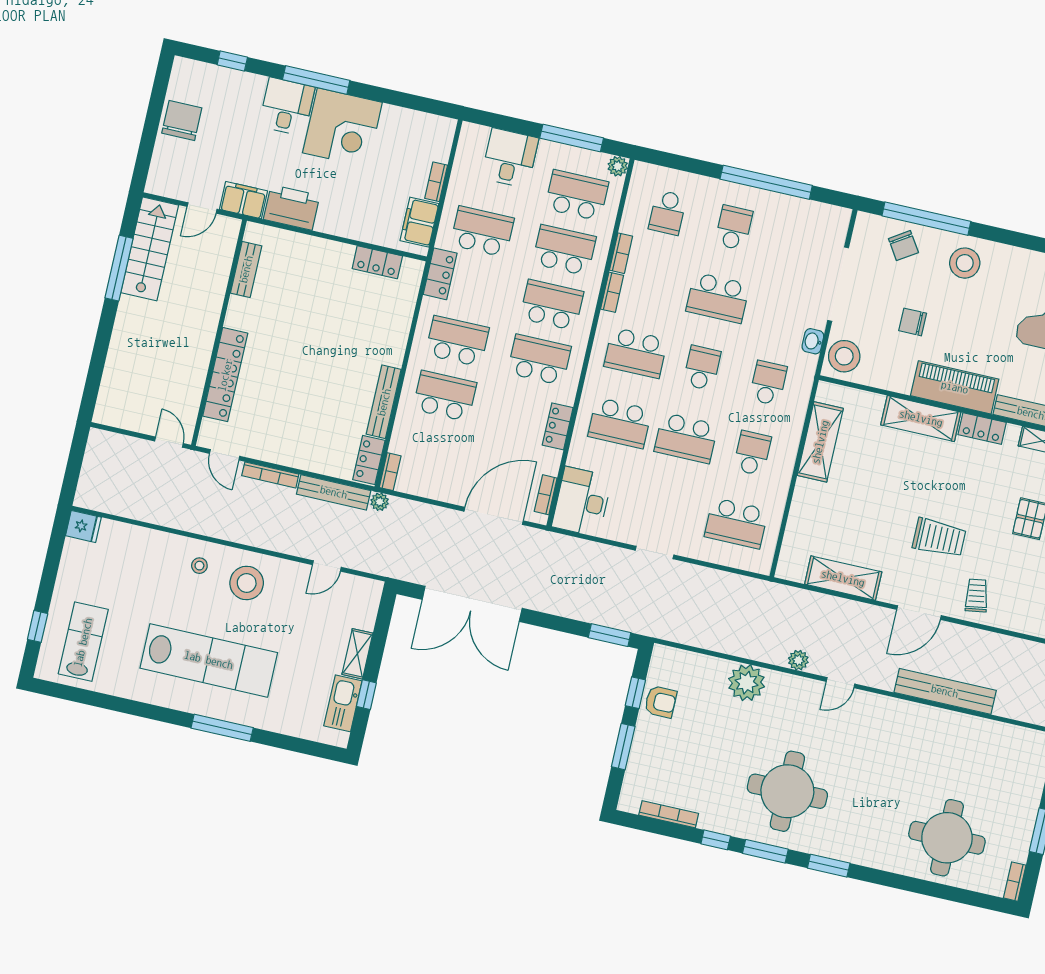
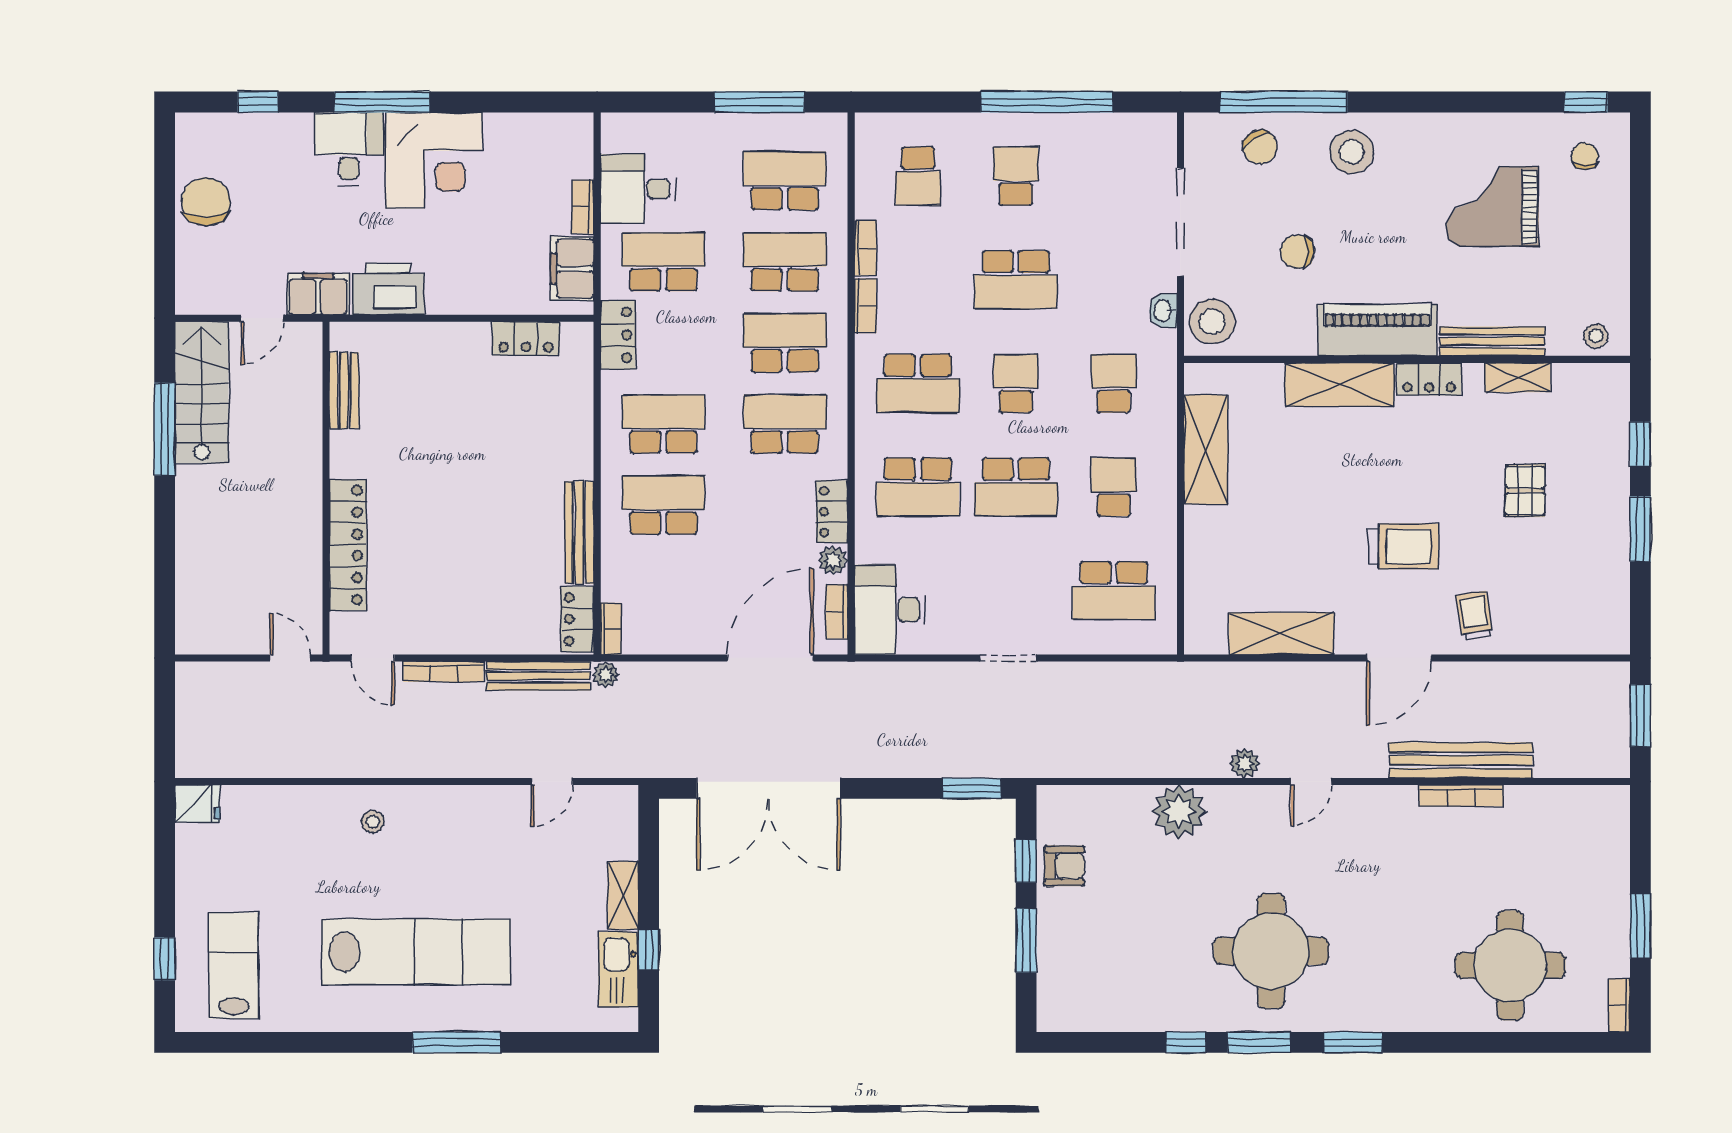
desk: (510, 158) -> (638, 189), moved, turned -90
plant: (618, 166) -> (833, 560), moved
stool: (247, 583) -> (445, 831), removed
bookcase: (669, 814) -> (1461, 796), moved, turned 180

